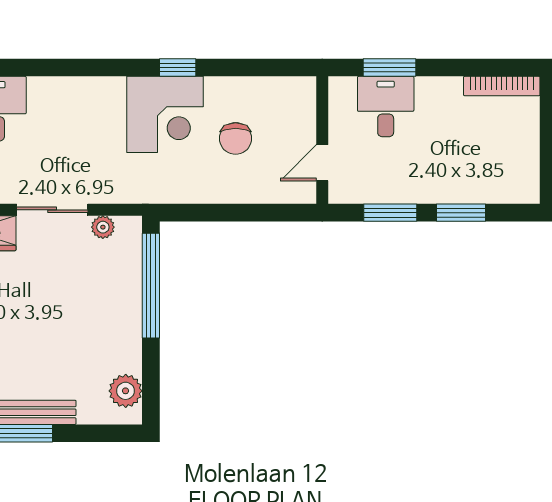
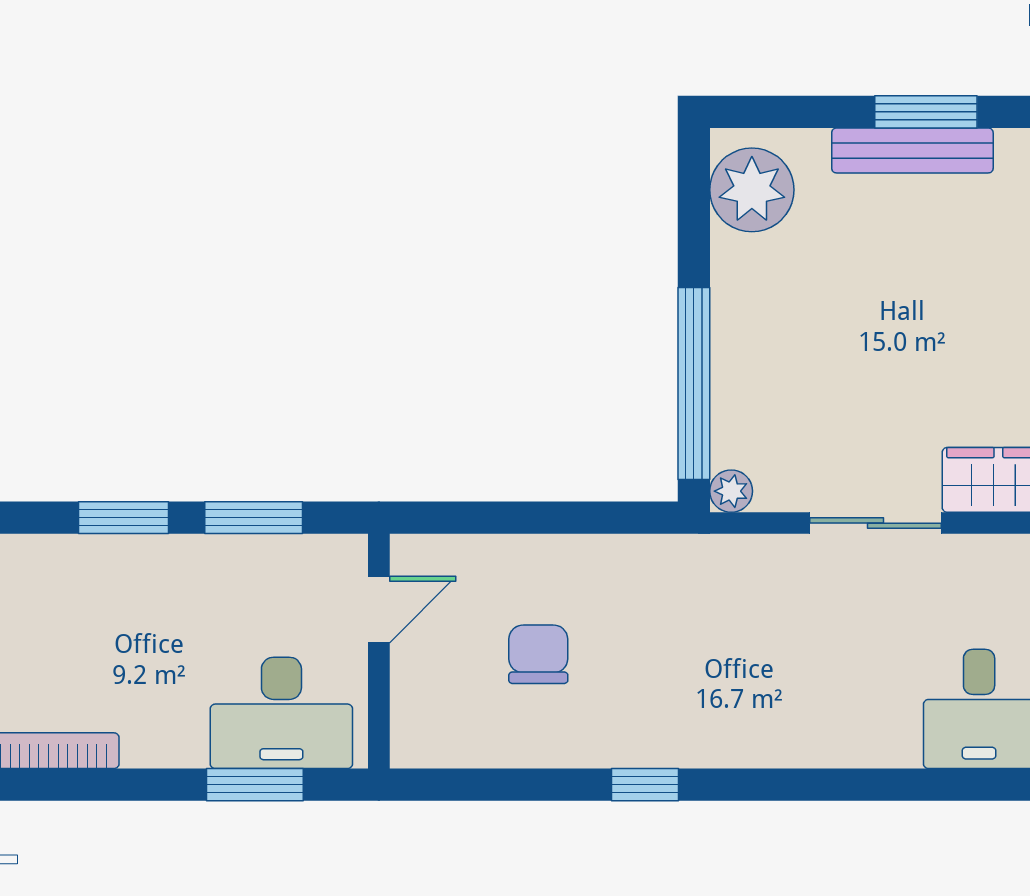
desk: (386, 107) -> (281, 713), width x1.37
corner desk: (165, 114) -> (668, 698), removed
plant: (103, 227) -> (731, 491), moved
plant: (126, 391) -> (752, 190), width x1.36, depth x1.36

